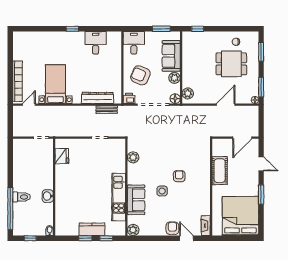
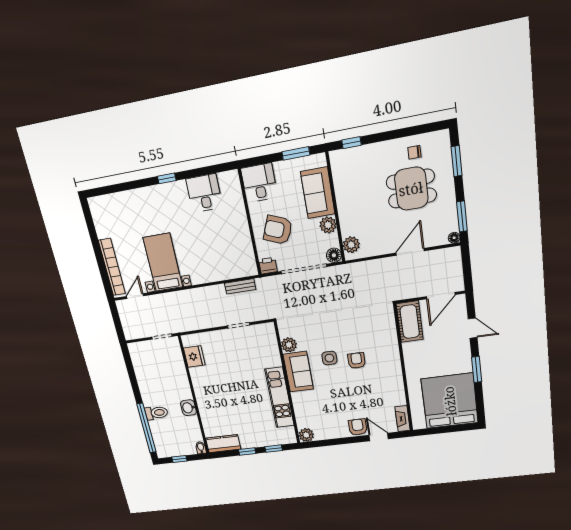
dresser: (97, 98) -> (224, 272), removed
cot: (220, 171) -> (410, 322), moved
side table: (162, 191) -> (329, 358), moved
sofa: (136, 200) -> (298, 372), moved
kitchen counter: (92, 229) -> (223, 444), moved

